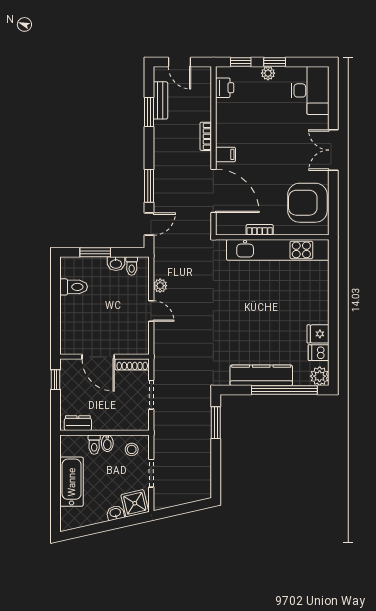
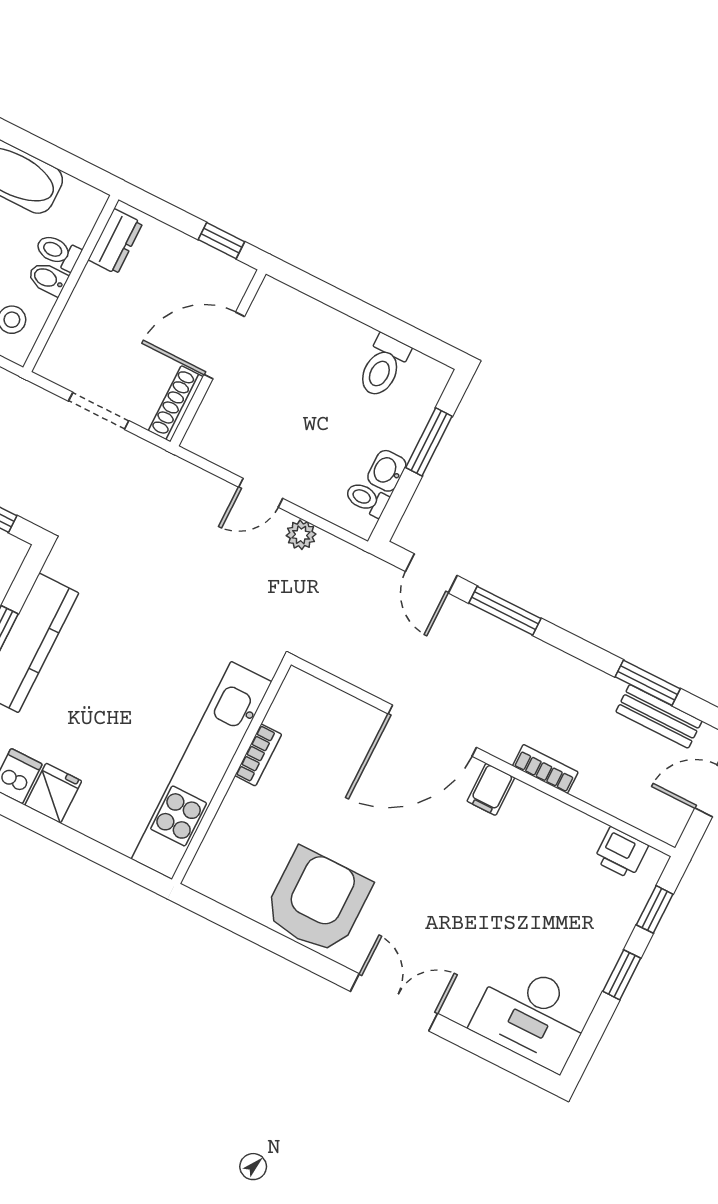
plant: (268, 73) -> (607, 951), removed
bookcase: (260, 230) -> (258, 755), moved
wall: (272, 237) -> (231, 772), moved
kitchen unit: (278, 250) -> (202, 770), moved

